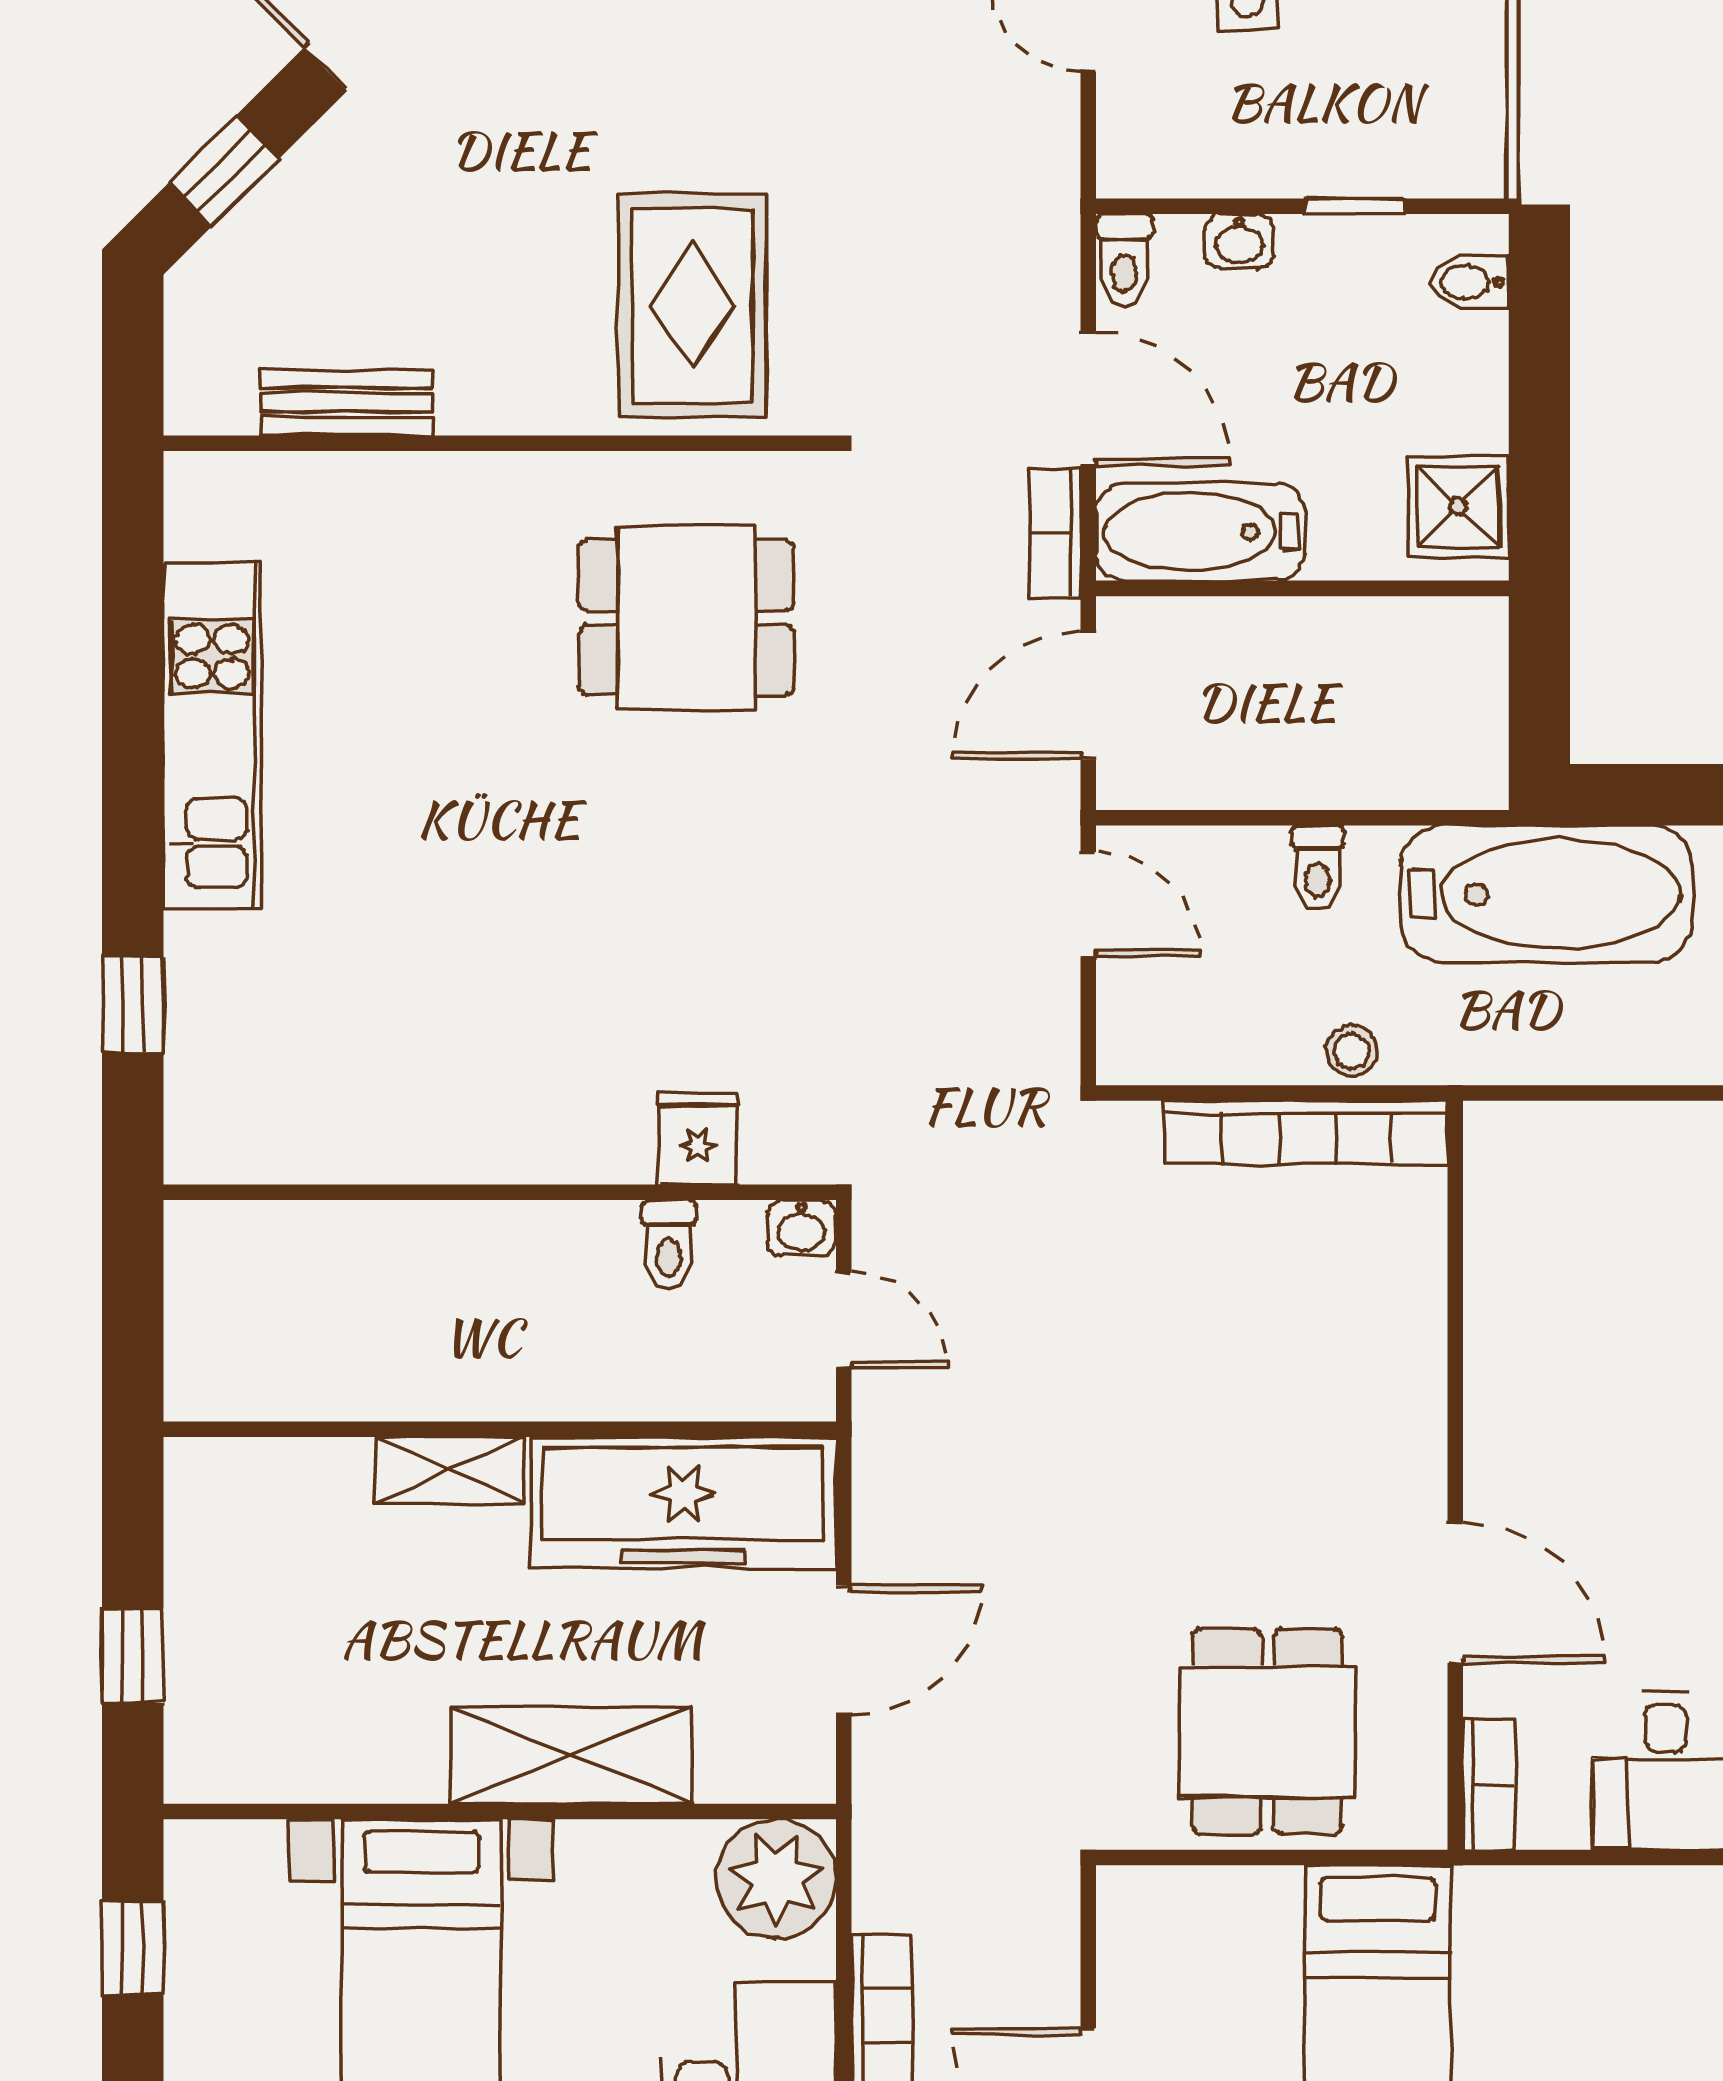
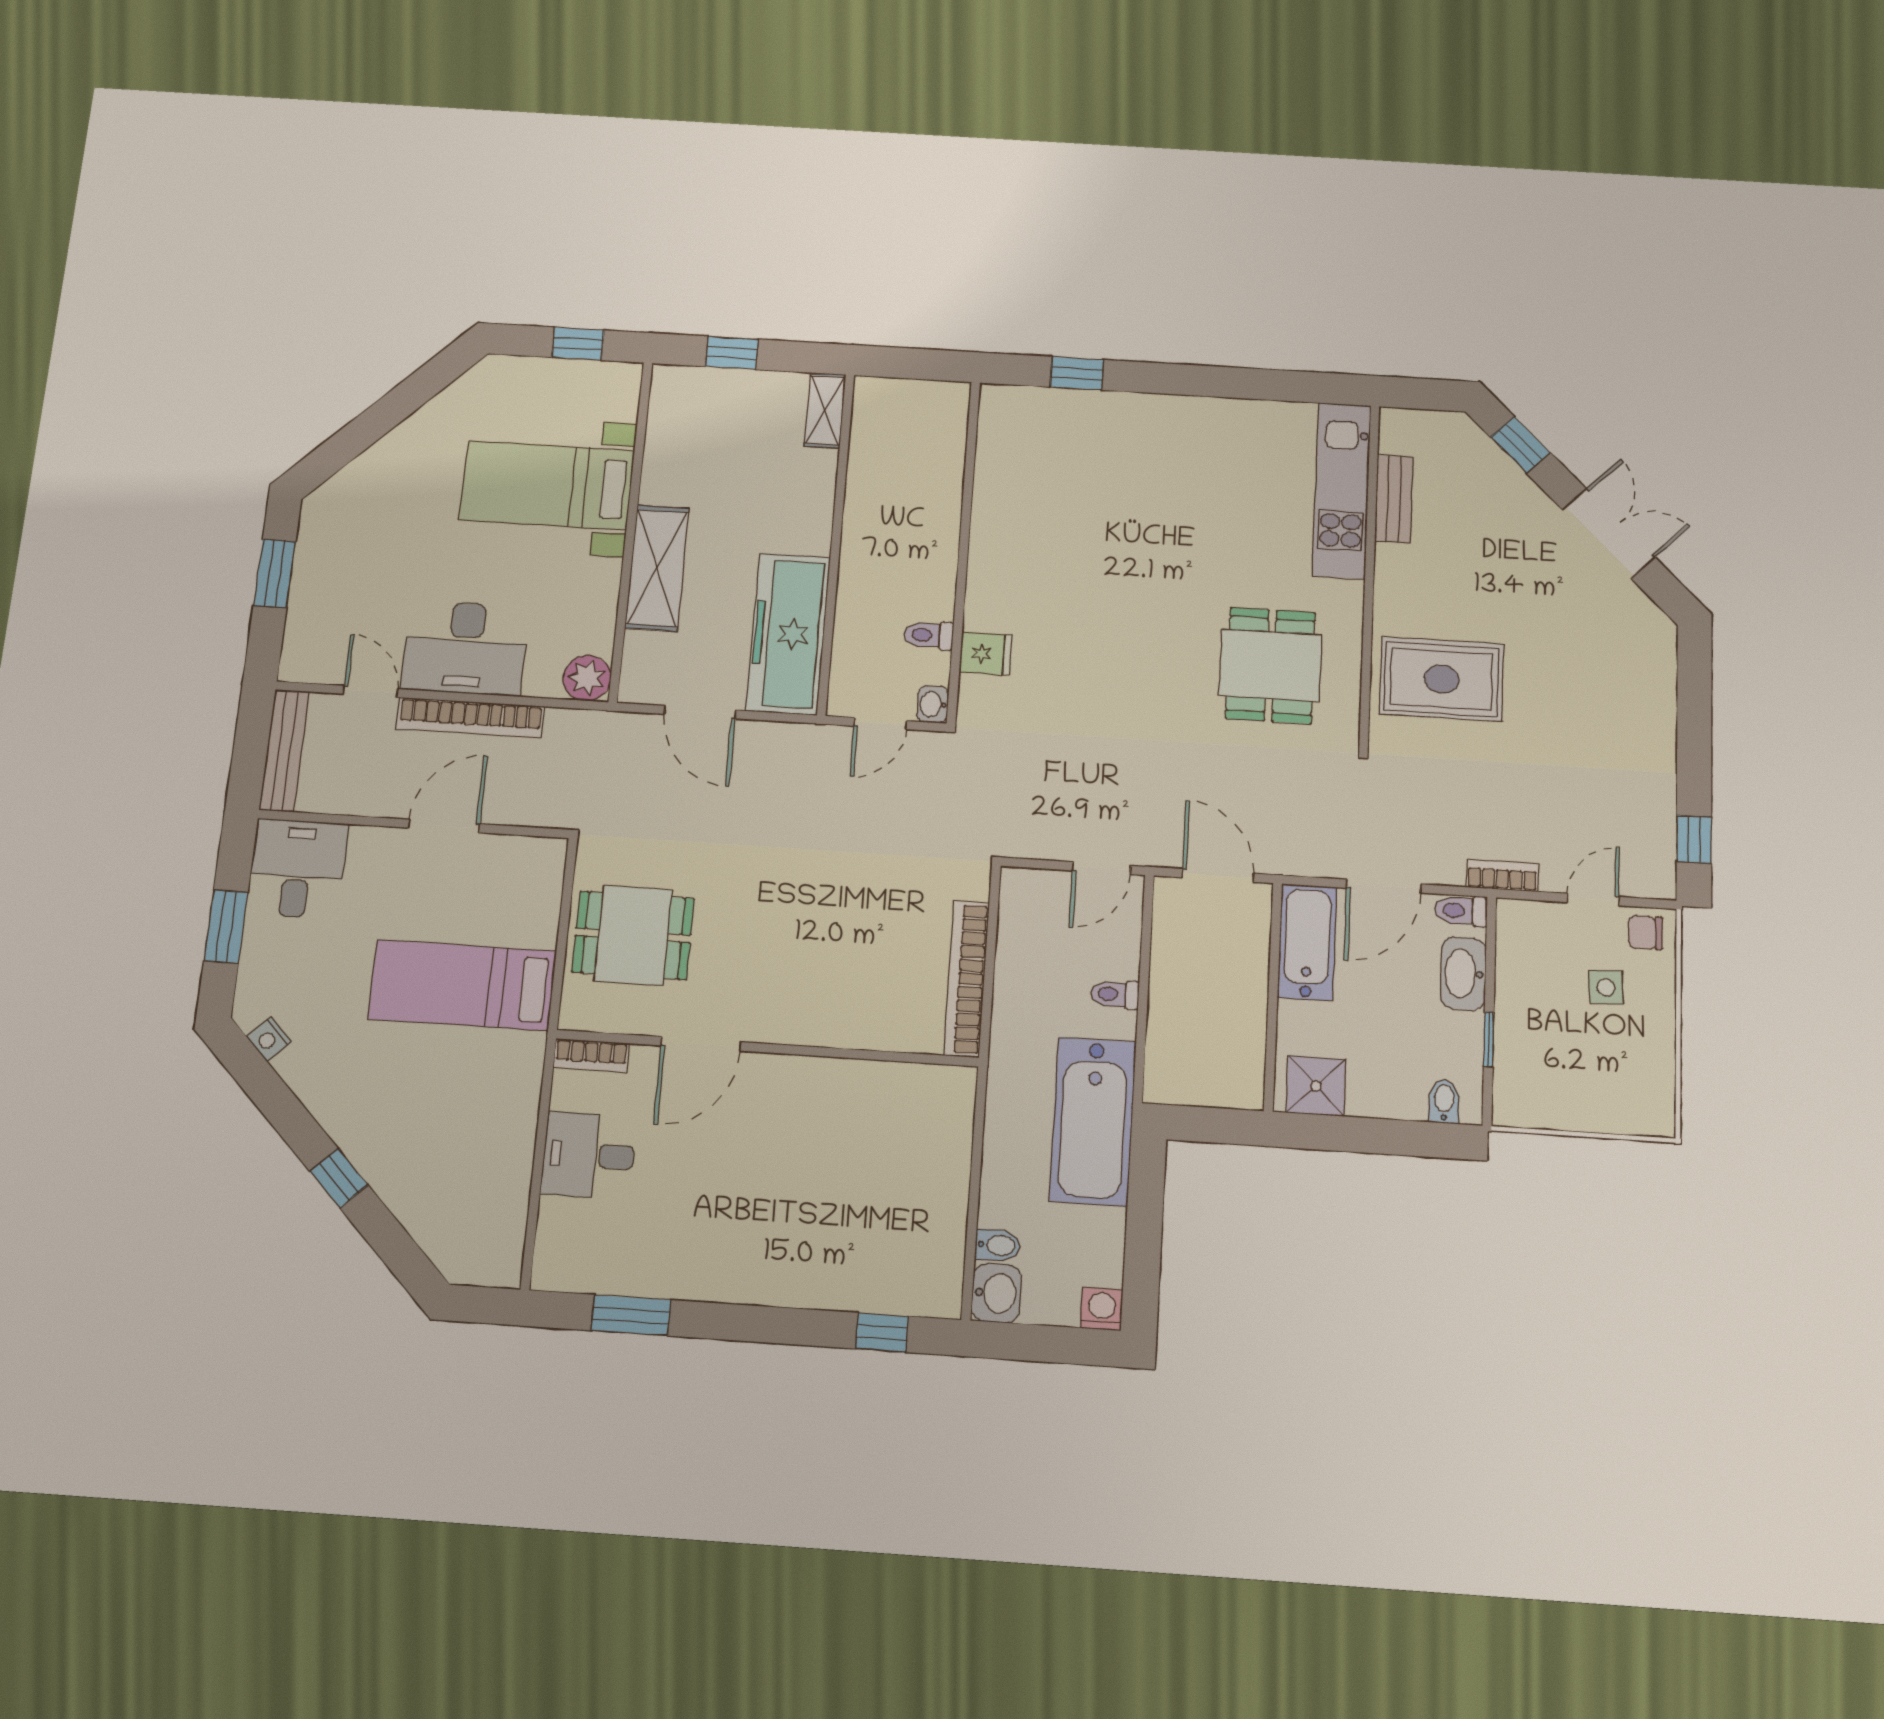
washbasin: (1239, 241) -> (1463, 974), width x1.91, depth x1.45
bookcase: (1055, 534) -> (1502, 876), moved
kitchen unit: (212, 736) -> (1342, 490), moved, turned 90
stool: (1352, 1051) -> (1011, 1006), removed
shelving: (450, 1470) -> (825, 410), moved
plant: (776, 1879) -> (587, 678), width x0.73, depth x0.73

